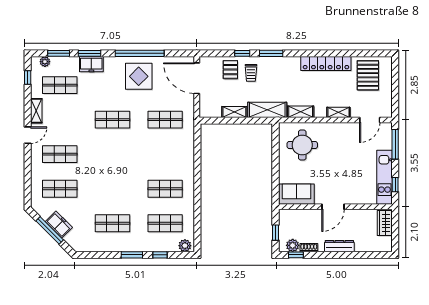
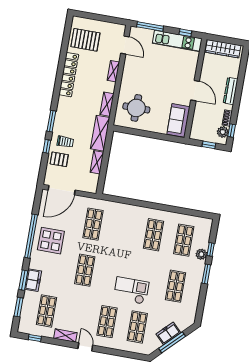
plant: (45, 62) -> (24, 320), removed
checkout: (99, 175) -> (131, 291), added
wardrobe: (385, 223) -> (223, 49), width x1.50
plant: (185, 246) -> (201, 254), moved

